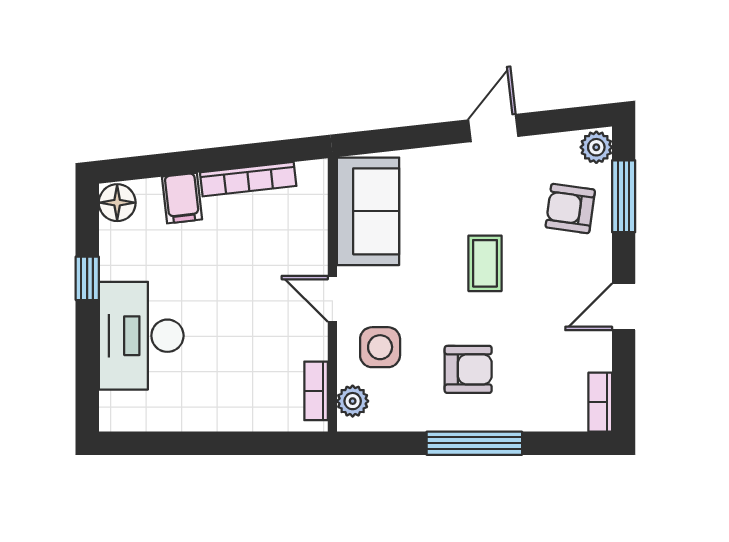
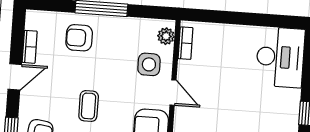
desk: (141, 336) -> (280, 57), moved
armchair: (468, 369) -> (79, 38), moved
bookcase: (600, 402) -> (30, 47), moved

